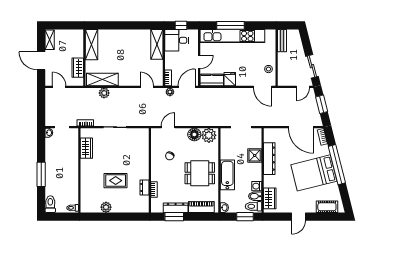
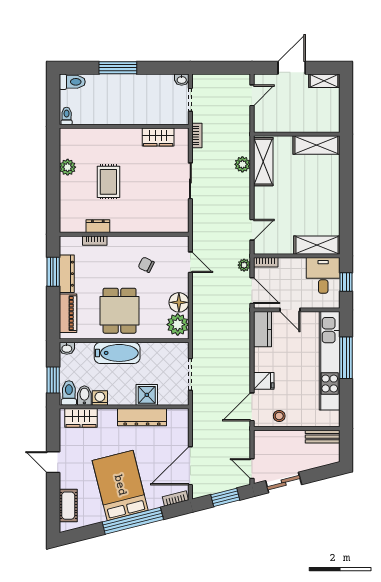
wardrobe: (78, 68) -> (281, 124), removed
fridge: (230, 79) -> (264, 381), moved

